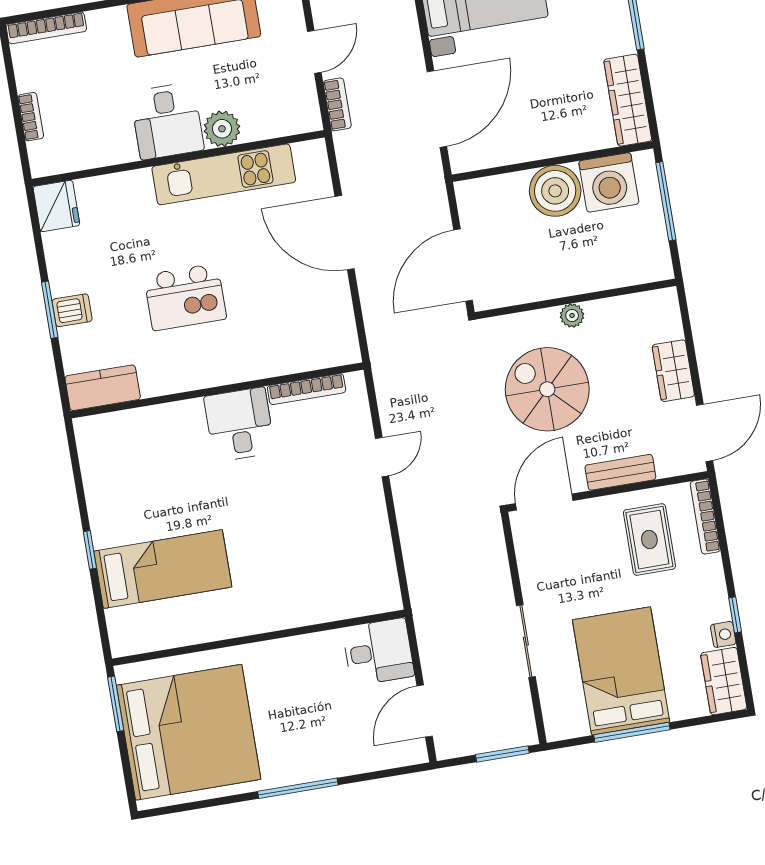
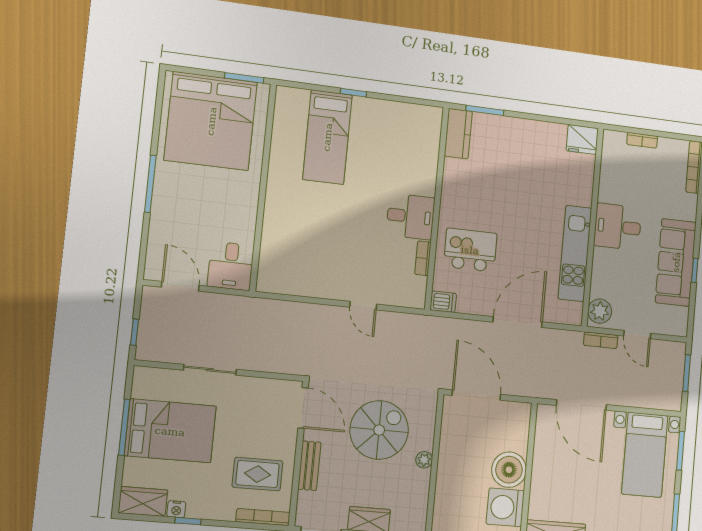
plant: (222, 129) -> (600, 311), moved
kitchen island: (185, 297) -> (470, 250), moved, turned 90
window: (50, 310) -> (485, 110), moved
dishwasher: (72, 310) -> (443, 302), moved, turned -90
bookcase: (307, 389) -> (423, 258), width x0.64
window: (502, 754) -> (134, 332), width x0.67

